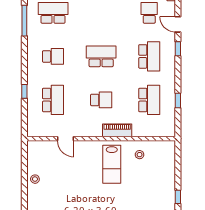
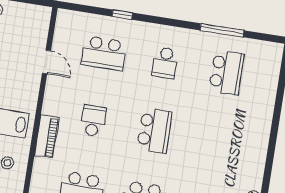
school desk: (101, 100) -> (93, 121), turned 180
door: (66, 139) -> (46, 62), swing flipped

